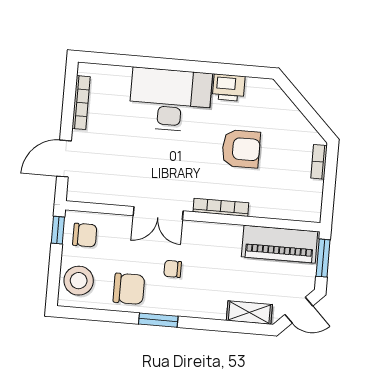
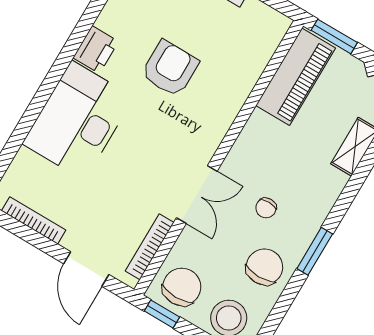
bookcase: (221, 207) -> (150, 247), moved
chair: (85, 235) -> (182, 287), width x1.37, depth x1.37

